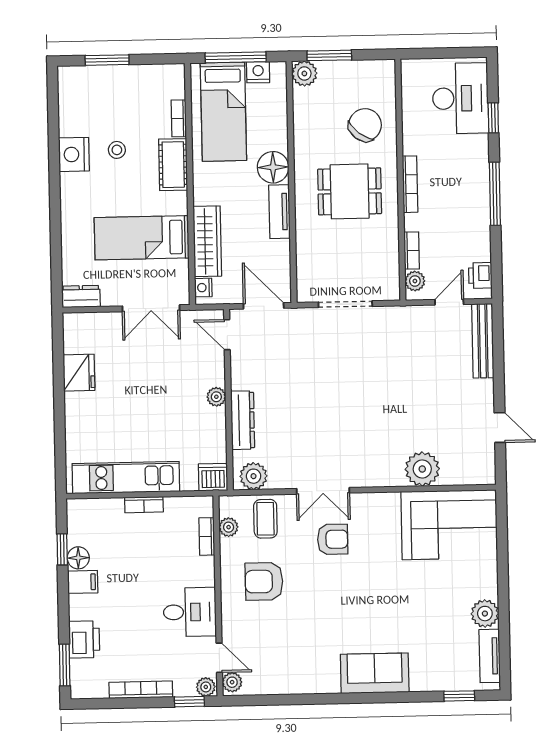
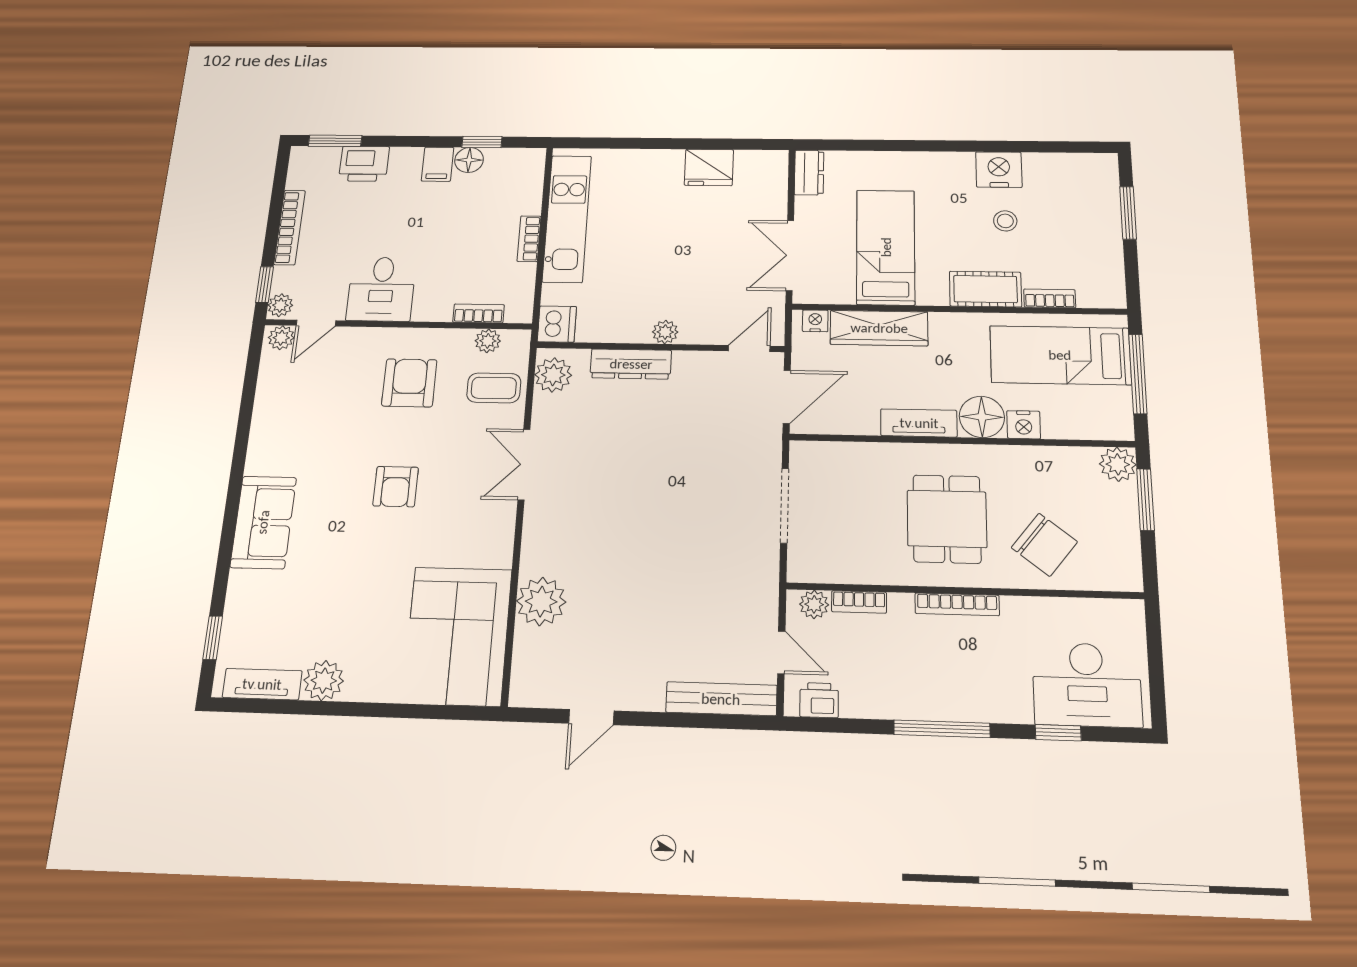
nightstand: (258, 72) -> (1024, 425), moved, turned 90
armchair: (333, 539) -> (396, 487), moved

